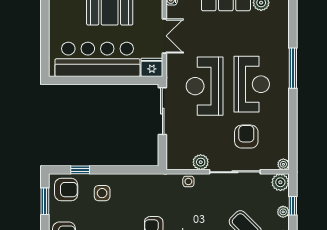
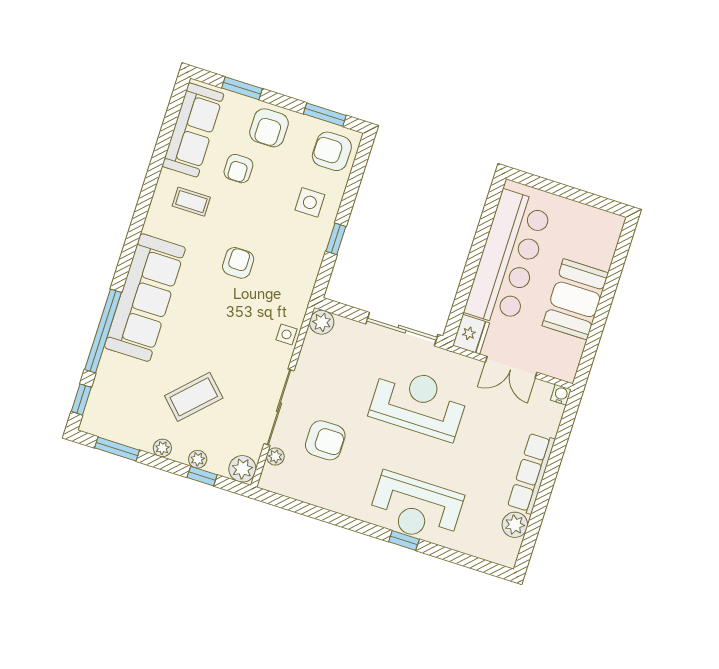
window: (293, 68) -> (404, 541), width x0.46
reception desk: (252, 84) -> (416, 508), moved
plant: (201, 162) -> (322, 322), moved
plant: (283, 164) -> (275, 456), moved
window: (80, 170) -> (336, 239), moved
armchair: (66, 190) -> (332, 151), turned 90

